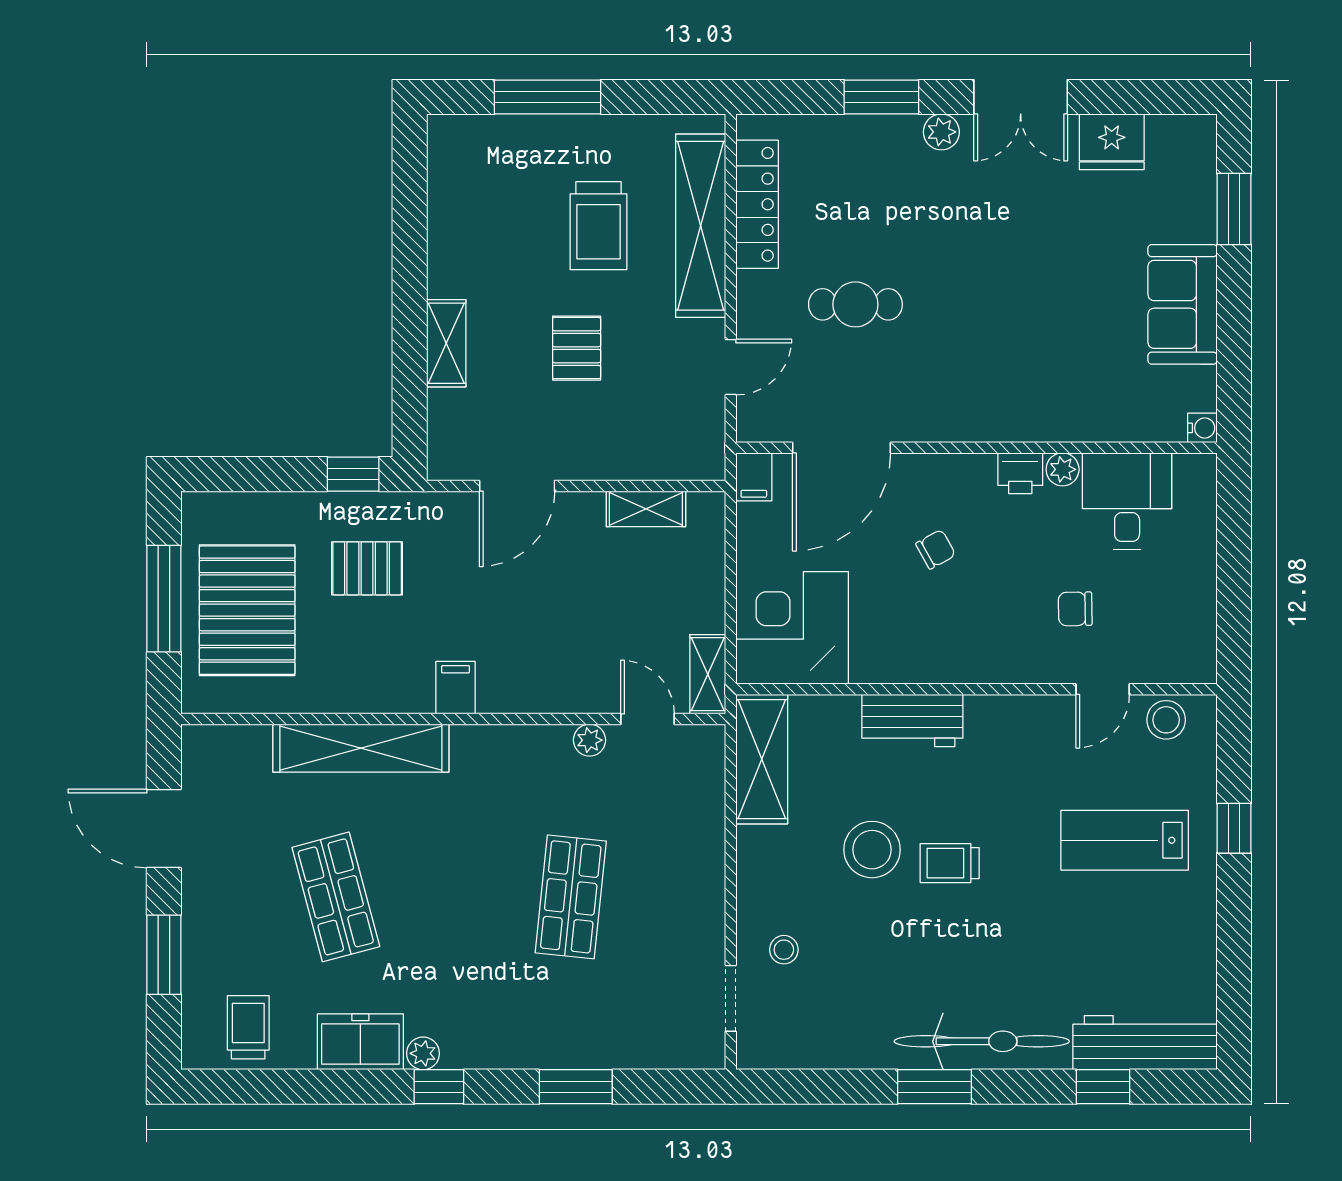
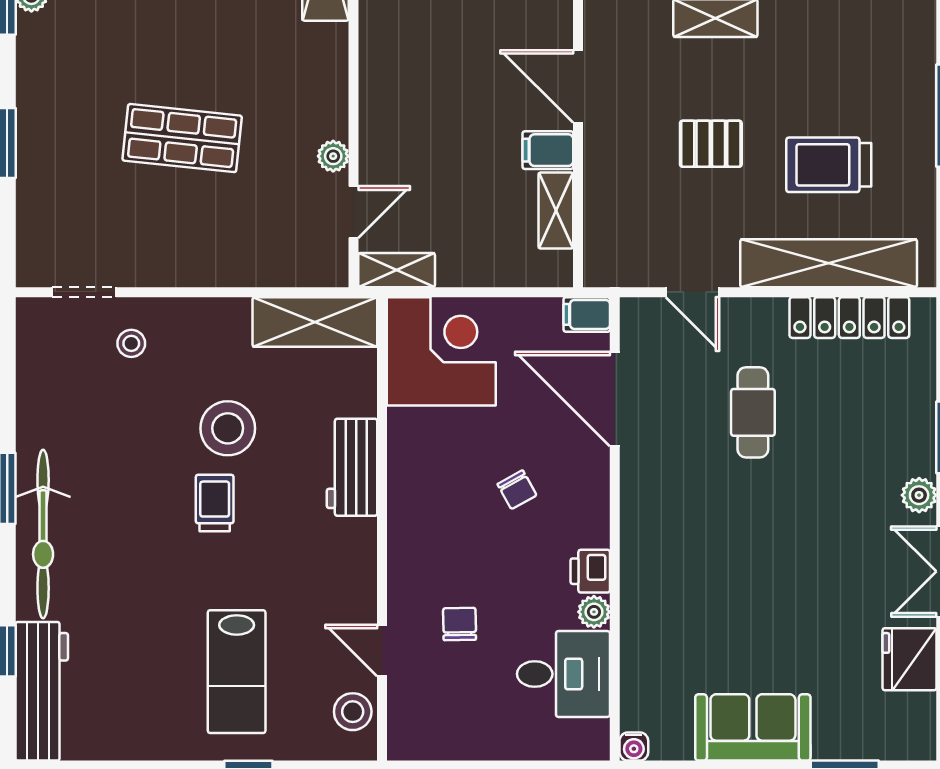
filing cabinet: (456, 688) -> (548, 150), moved, turned 180
lab bench: (1125, 840) -> (237, 672), turned 180

